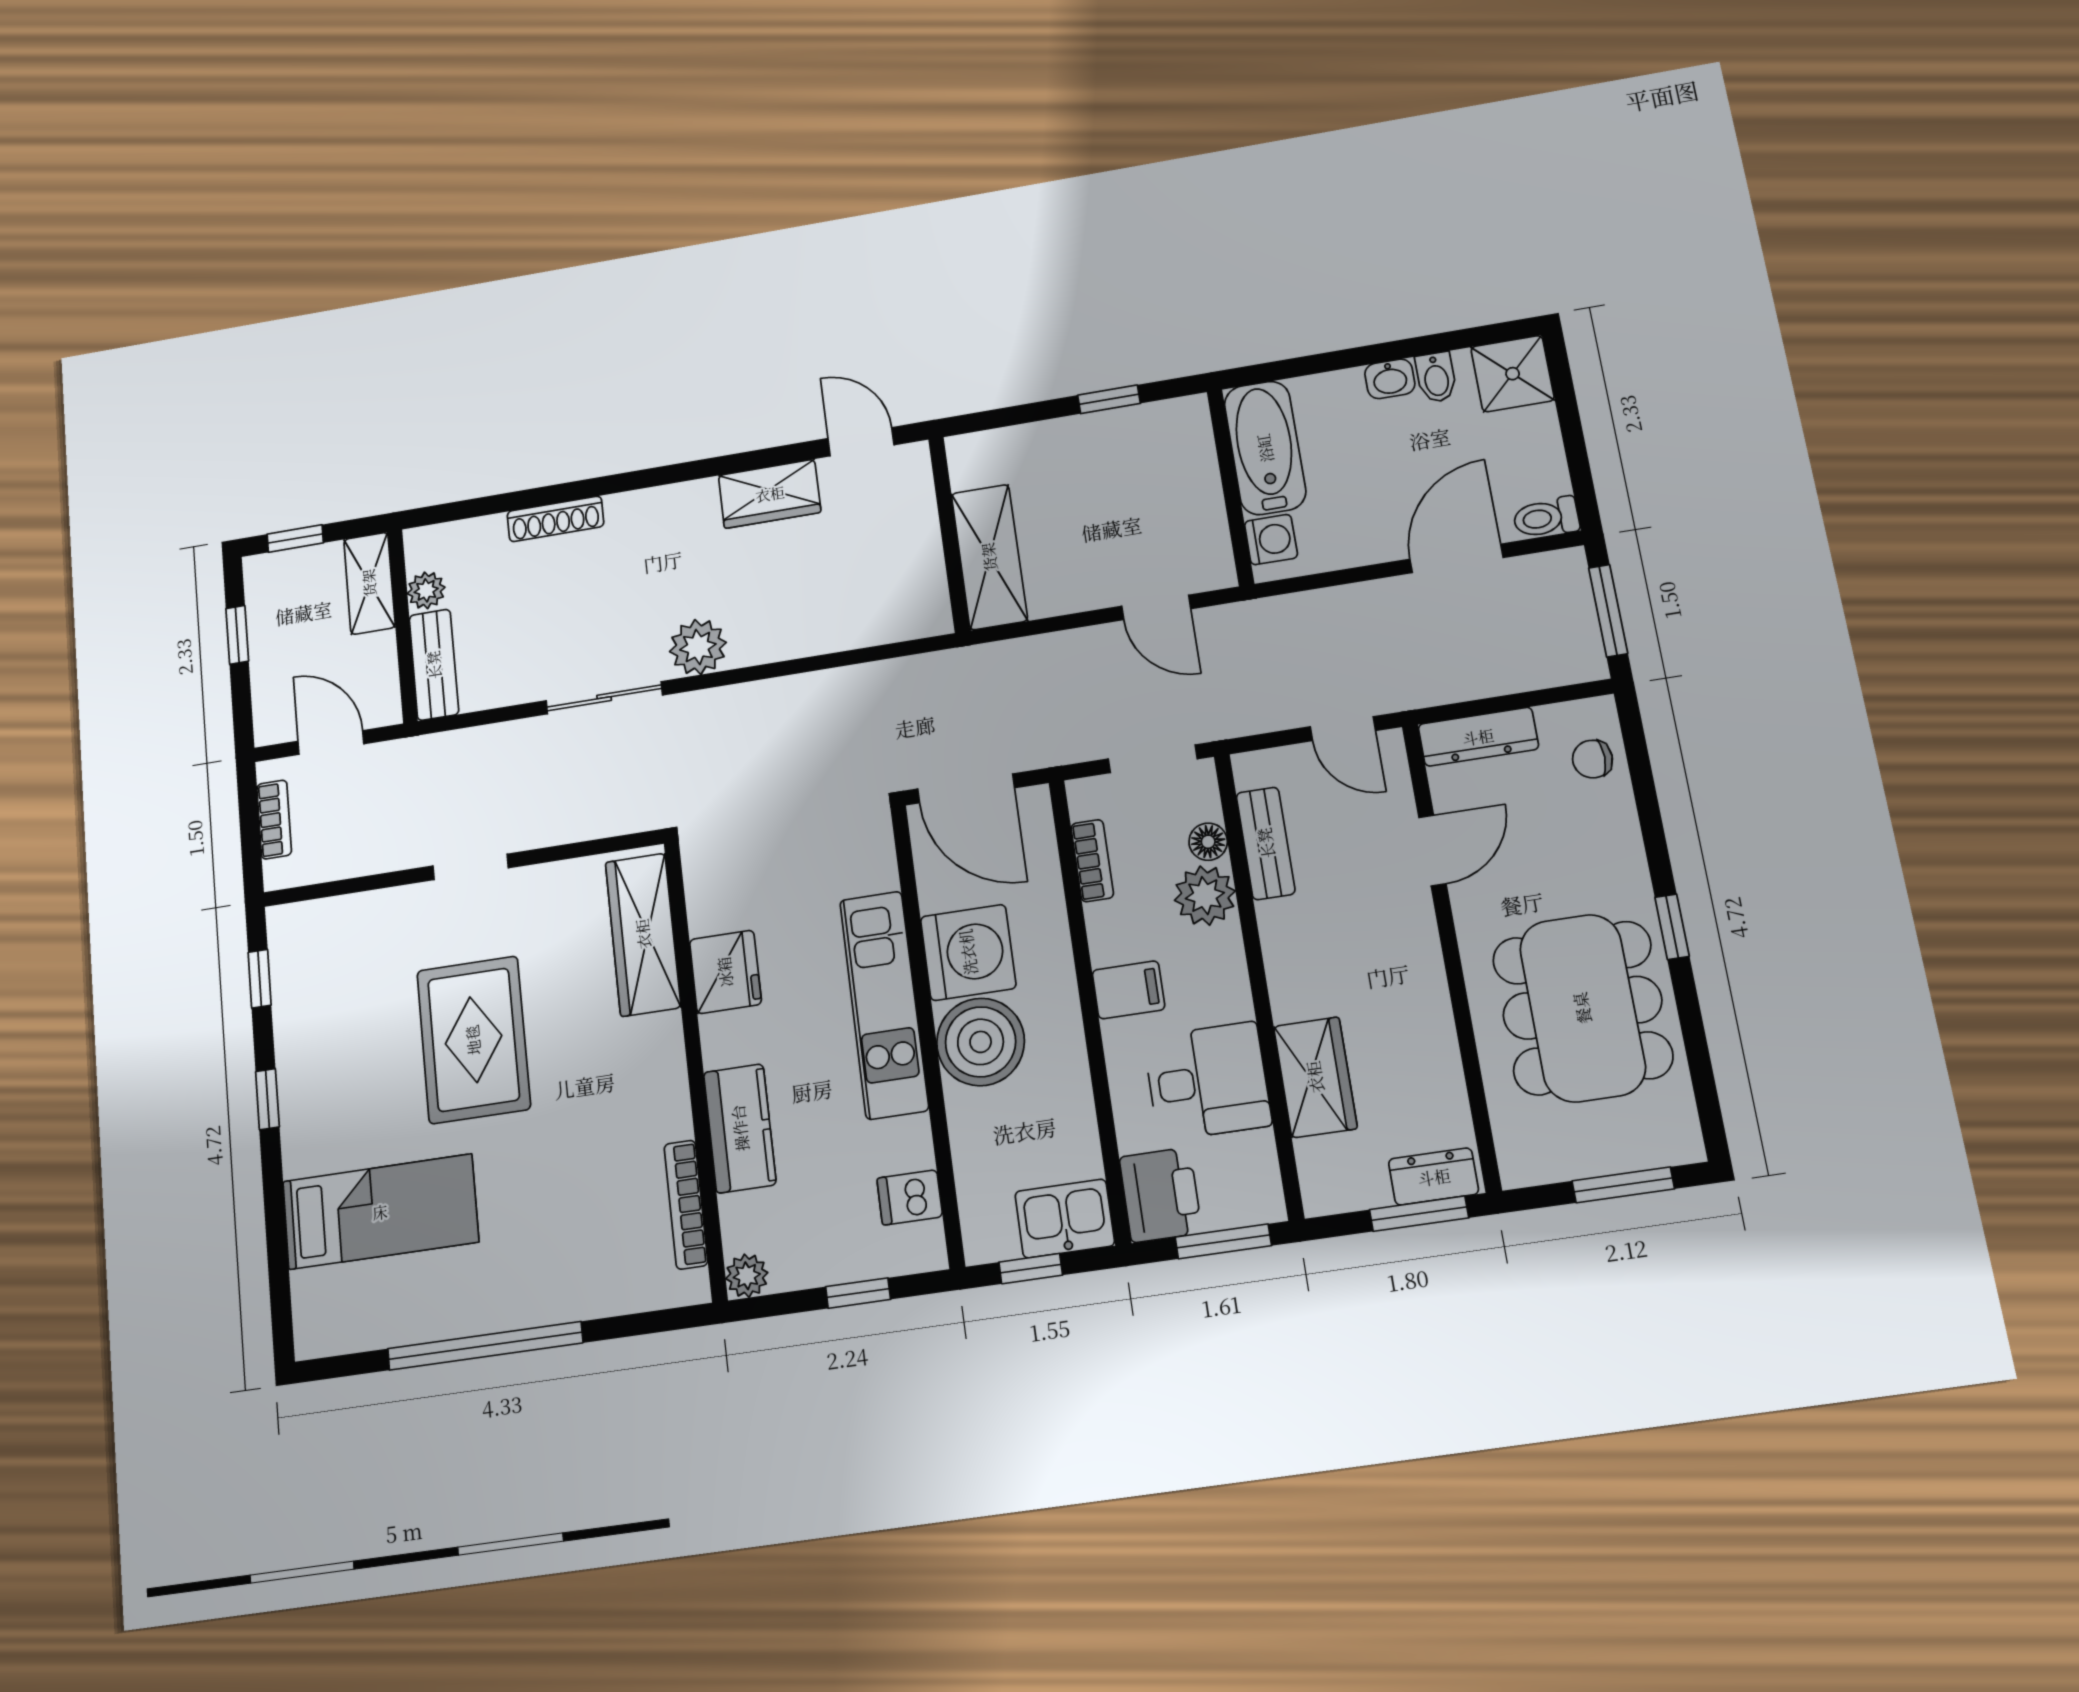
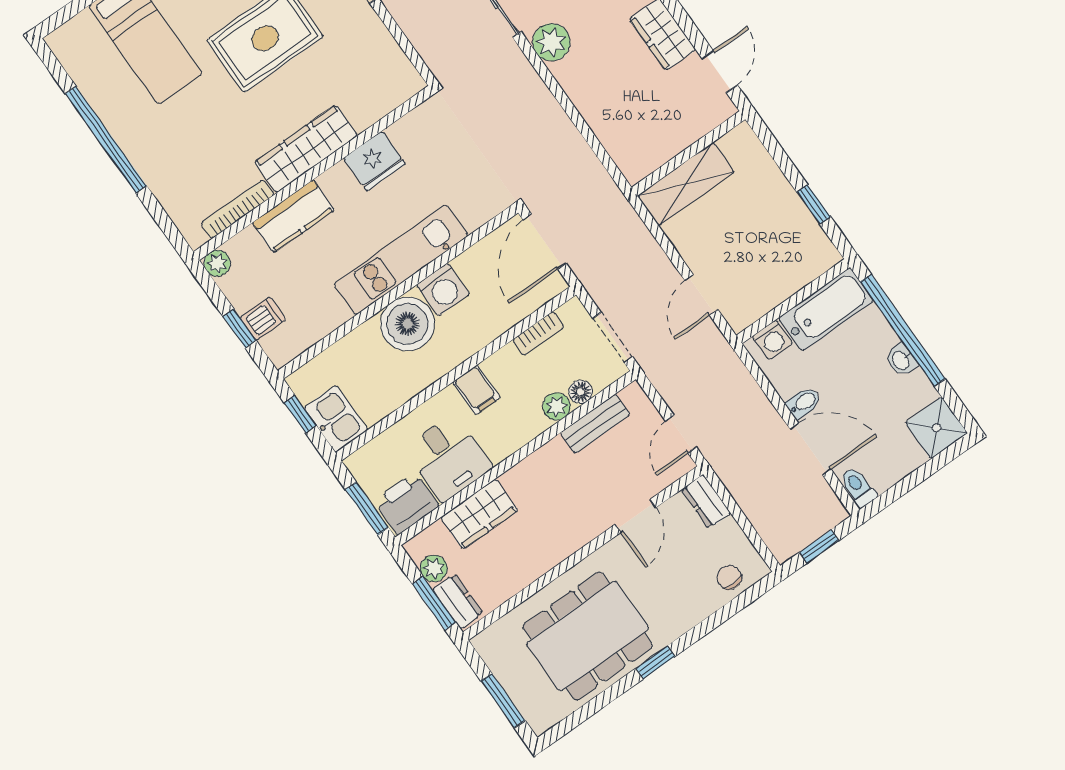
window: (1348, 358) -> (903, 330), added
bidet: (1436, 377) -> (804, 403), moved, turned 180
window: (1608, 611) -> (819, 546), width x0.67
dresser: (1478, 737) -> (706, 502), width x0.70
door: (1432, 851) -> (635, 516), hinge flipped
plant: (1205, 896) -> (557, 406), width x0.73, depth x0.73
wardrobe: (643, 934) -> (306, 149), moved
washing machine: (968, 952) -> (443, 290), width x0.73, depth x0.73
plant: (1365, 1187) -> (434, 568), added
printer: (1161, 1195) -> (406, 503), moved, turned 180
dishwasher: (910, 1197) -> (263, 318), moved, turned 90

